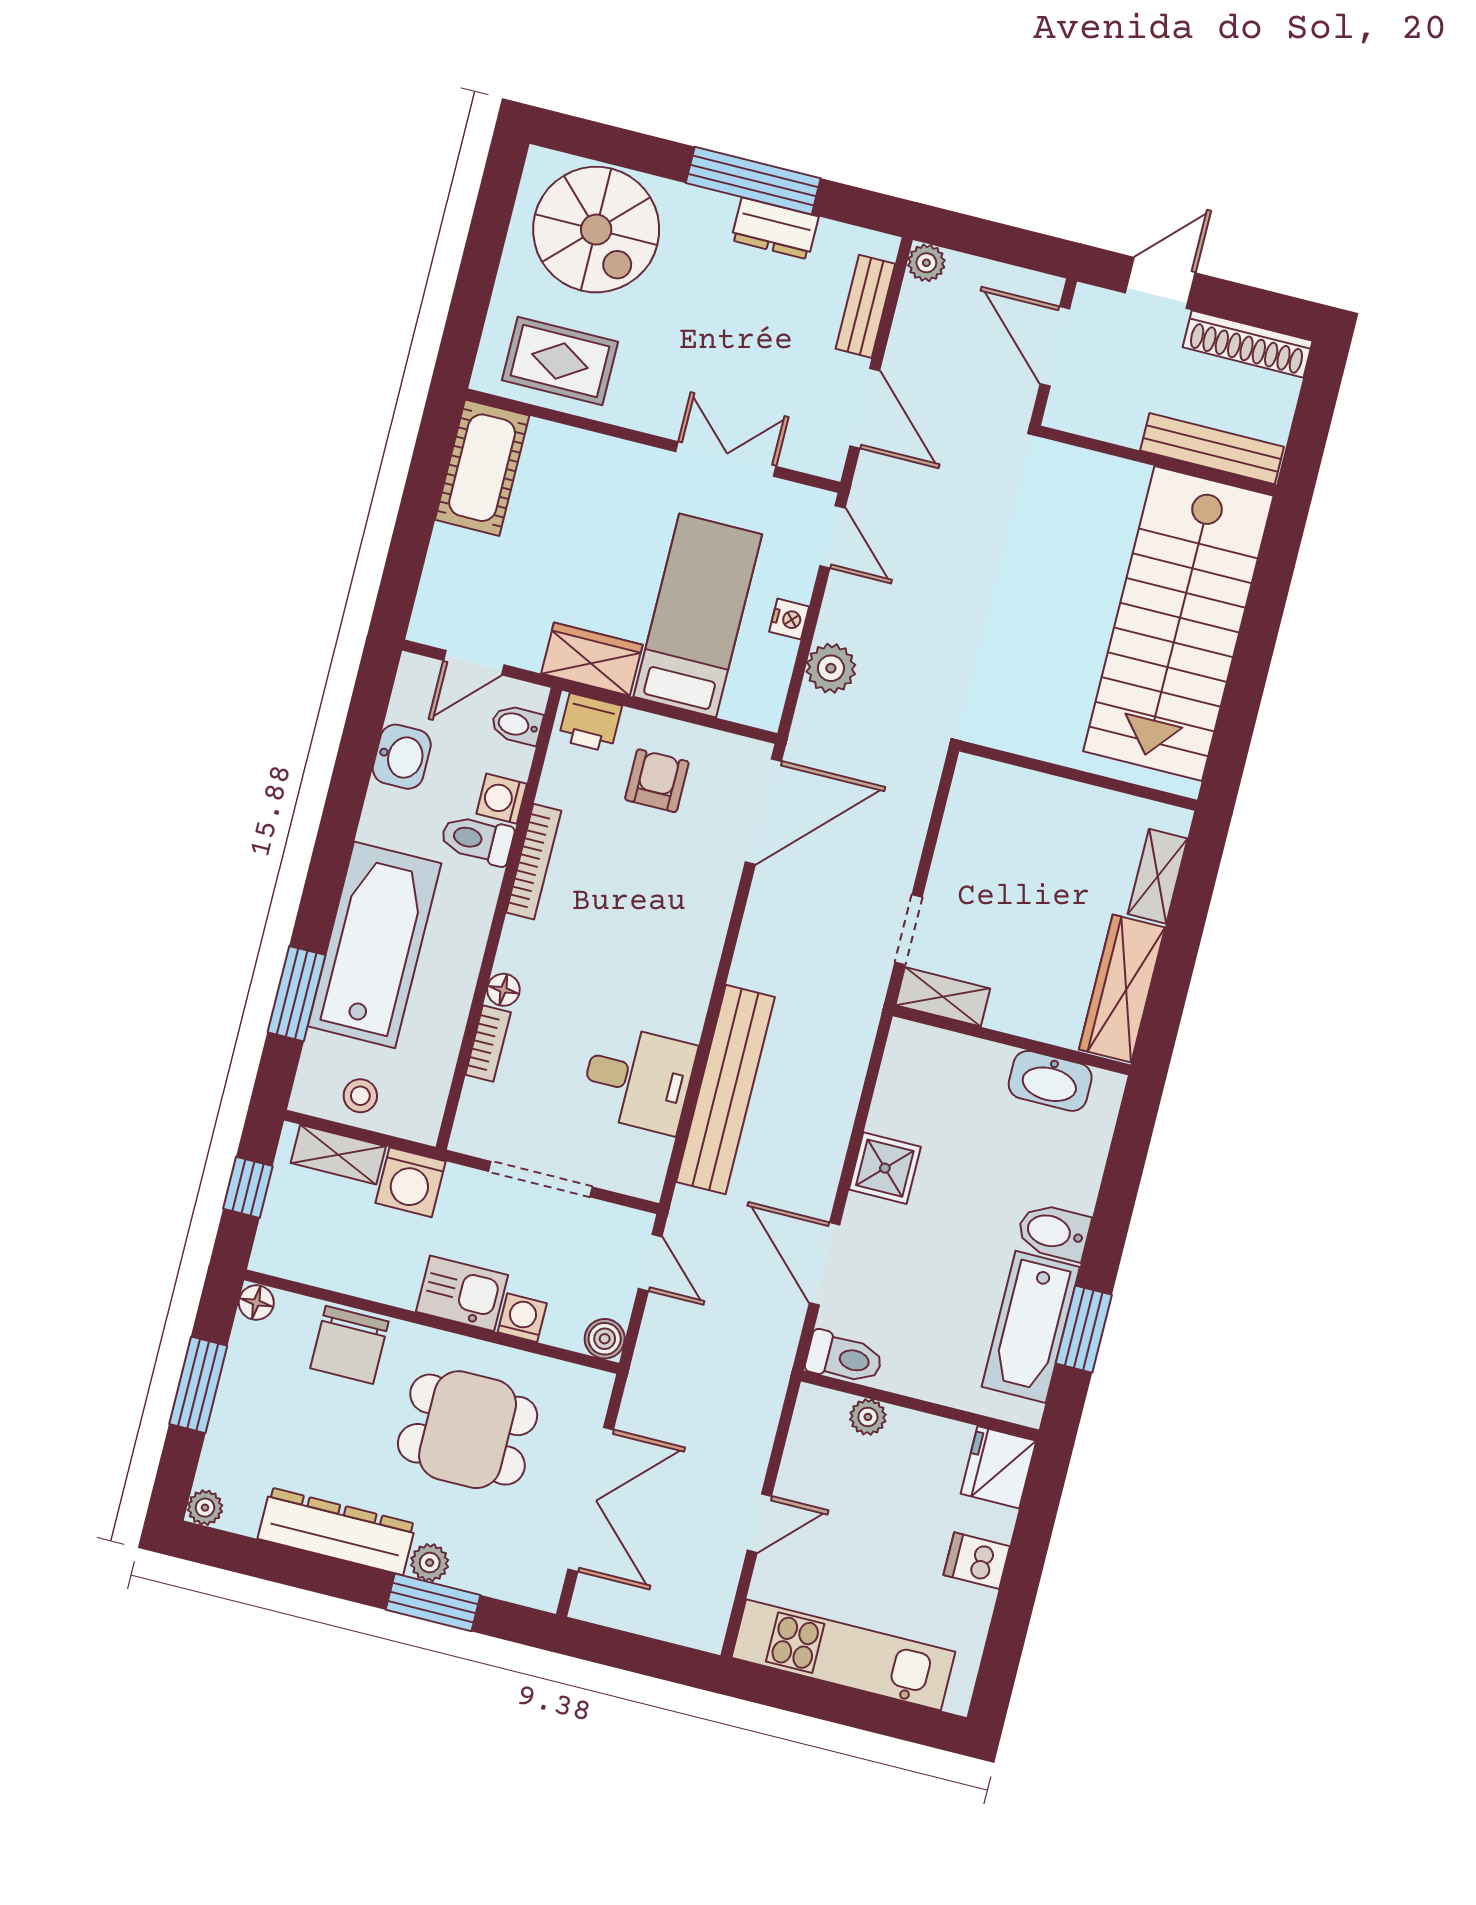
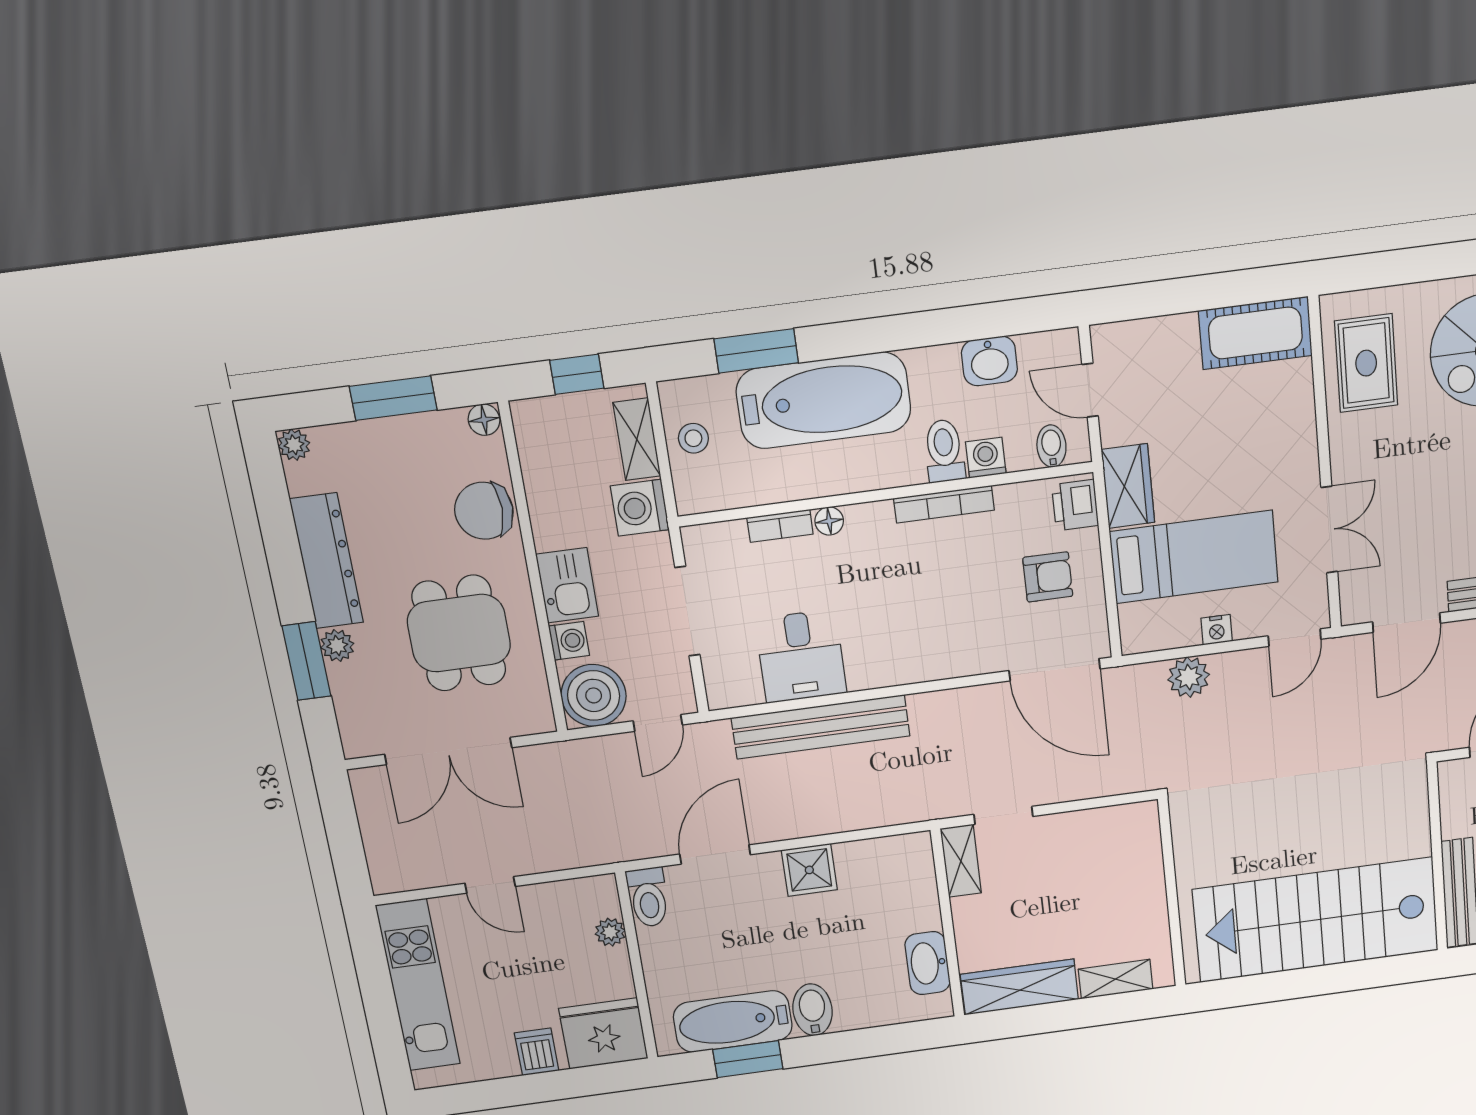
boiler: (605, 1339) -> (594, 695), width x1.86, depth x1.86
fridge: (998, 1467) -> (603, 1034), width x1.36, depth x1.34

